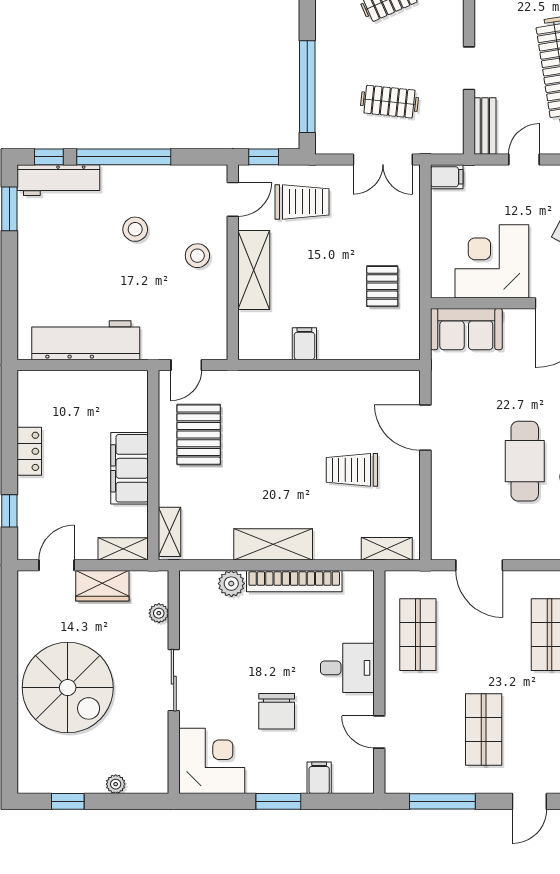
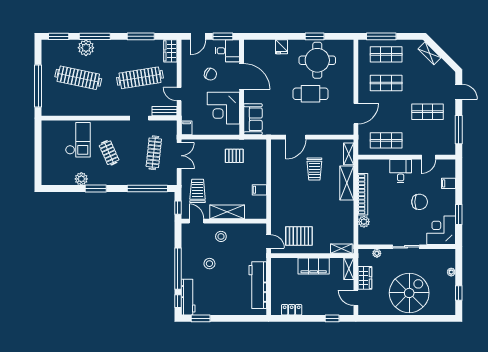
clothes rail: (389, 102) -> (154, 153), width x1.36
locker: (29, 451) -> (292, 310), moved
shelving: (273, 544) -> (347, 183), moved
window: (278, 801) -> (459, 214), moved

